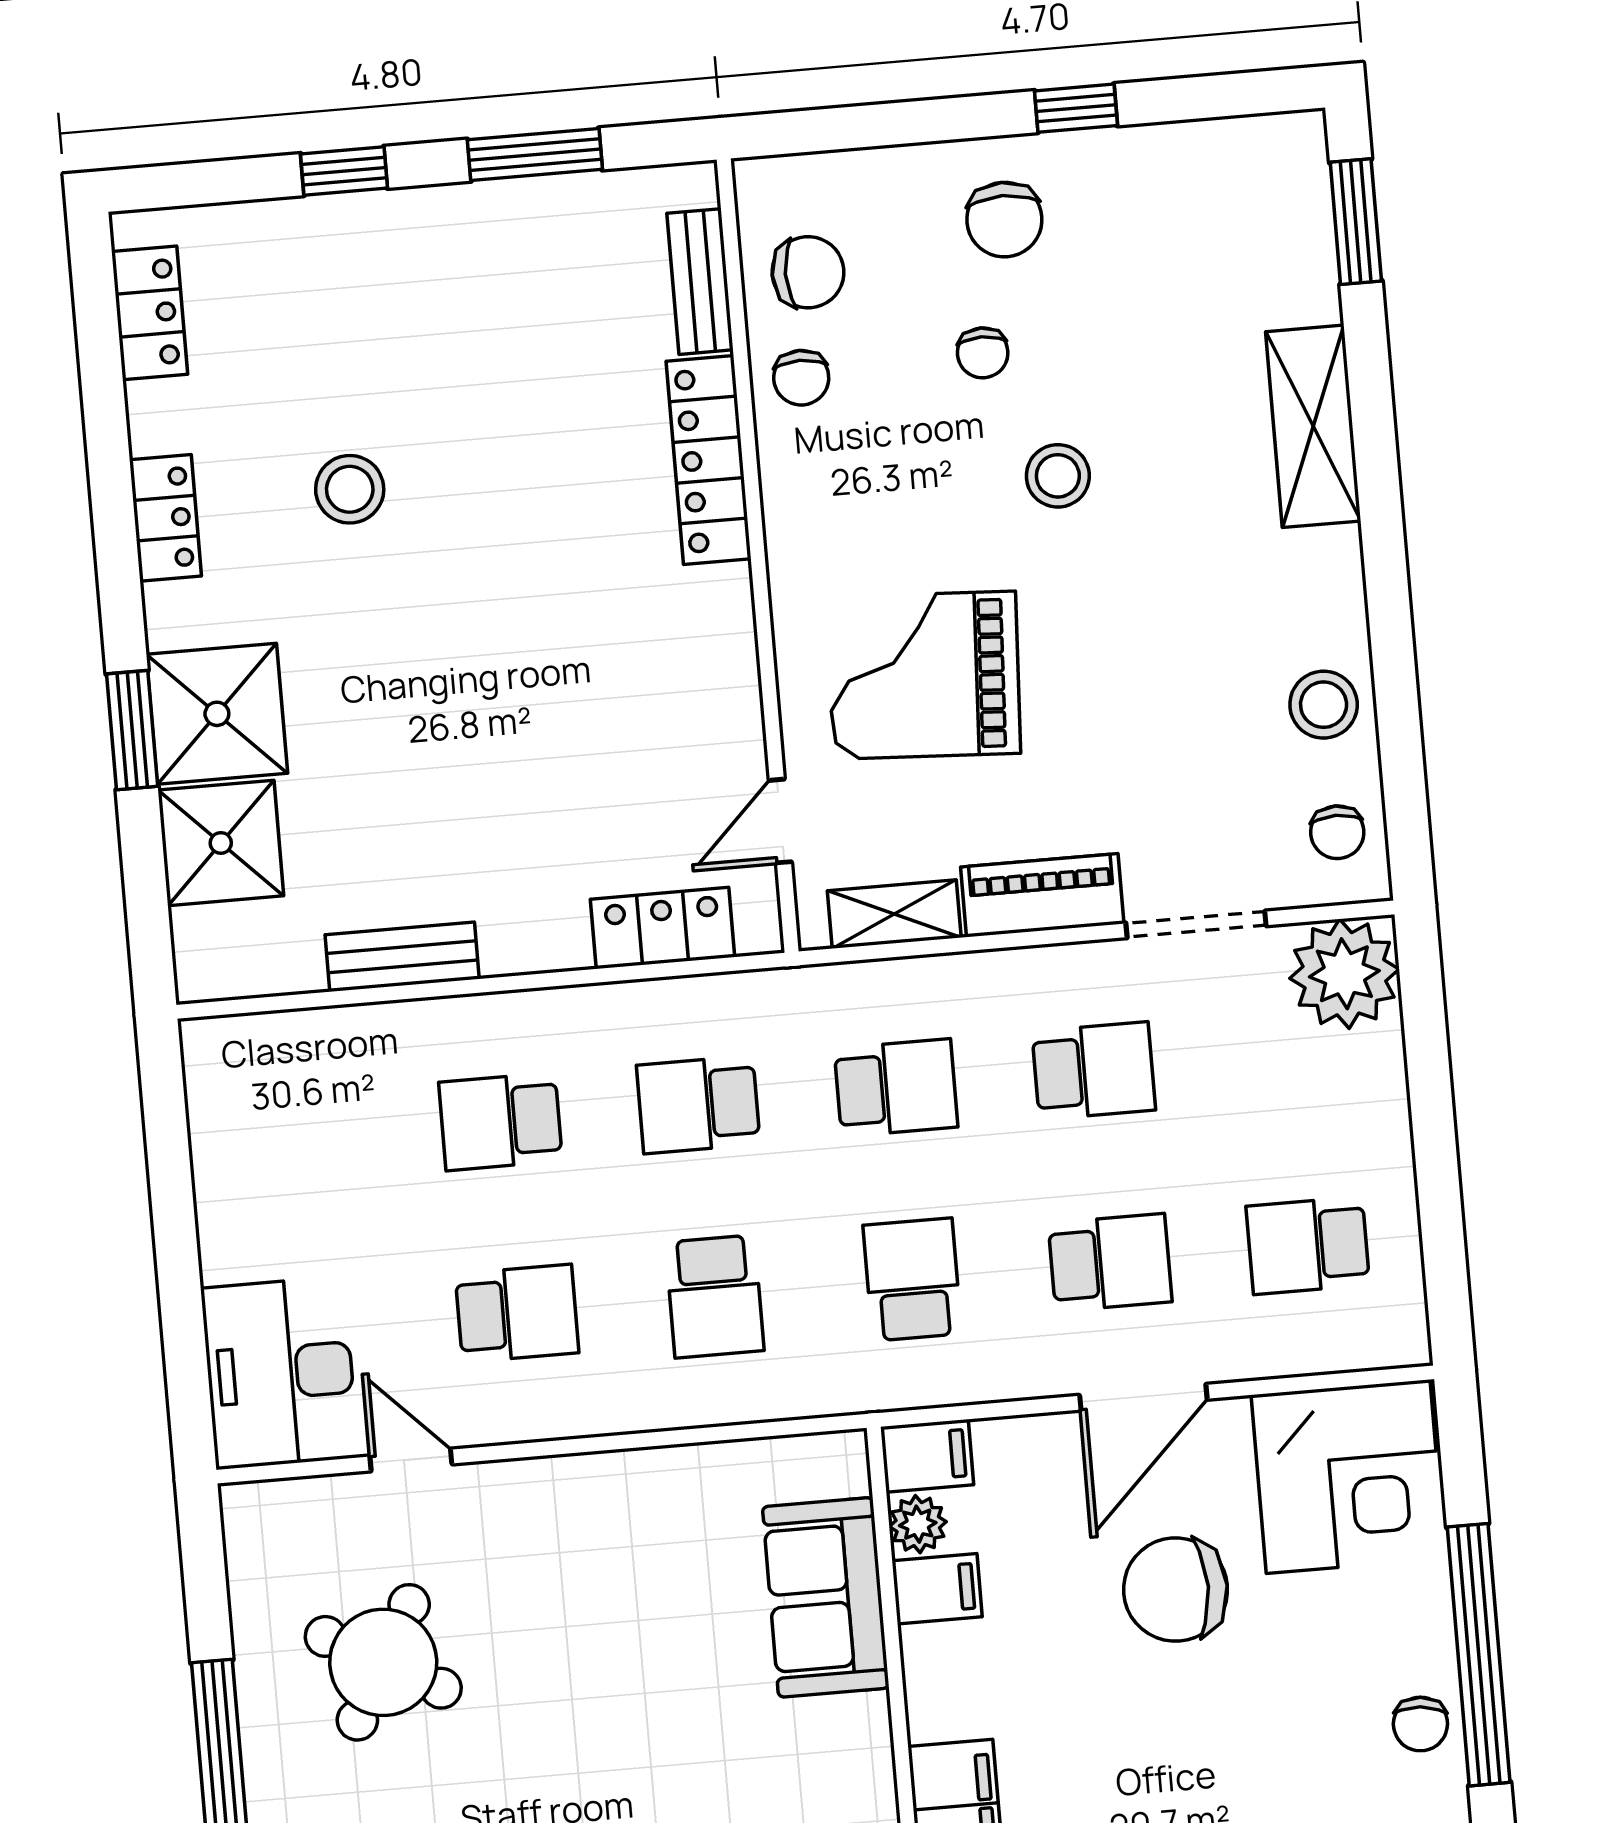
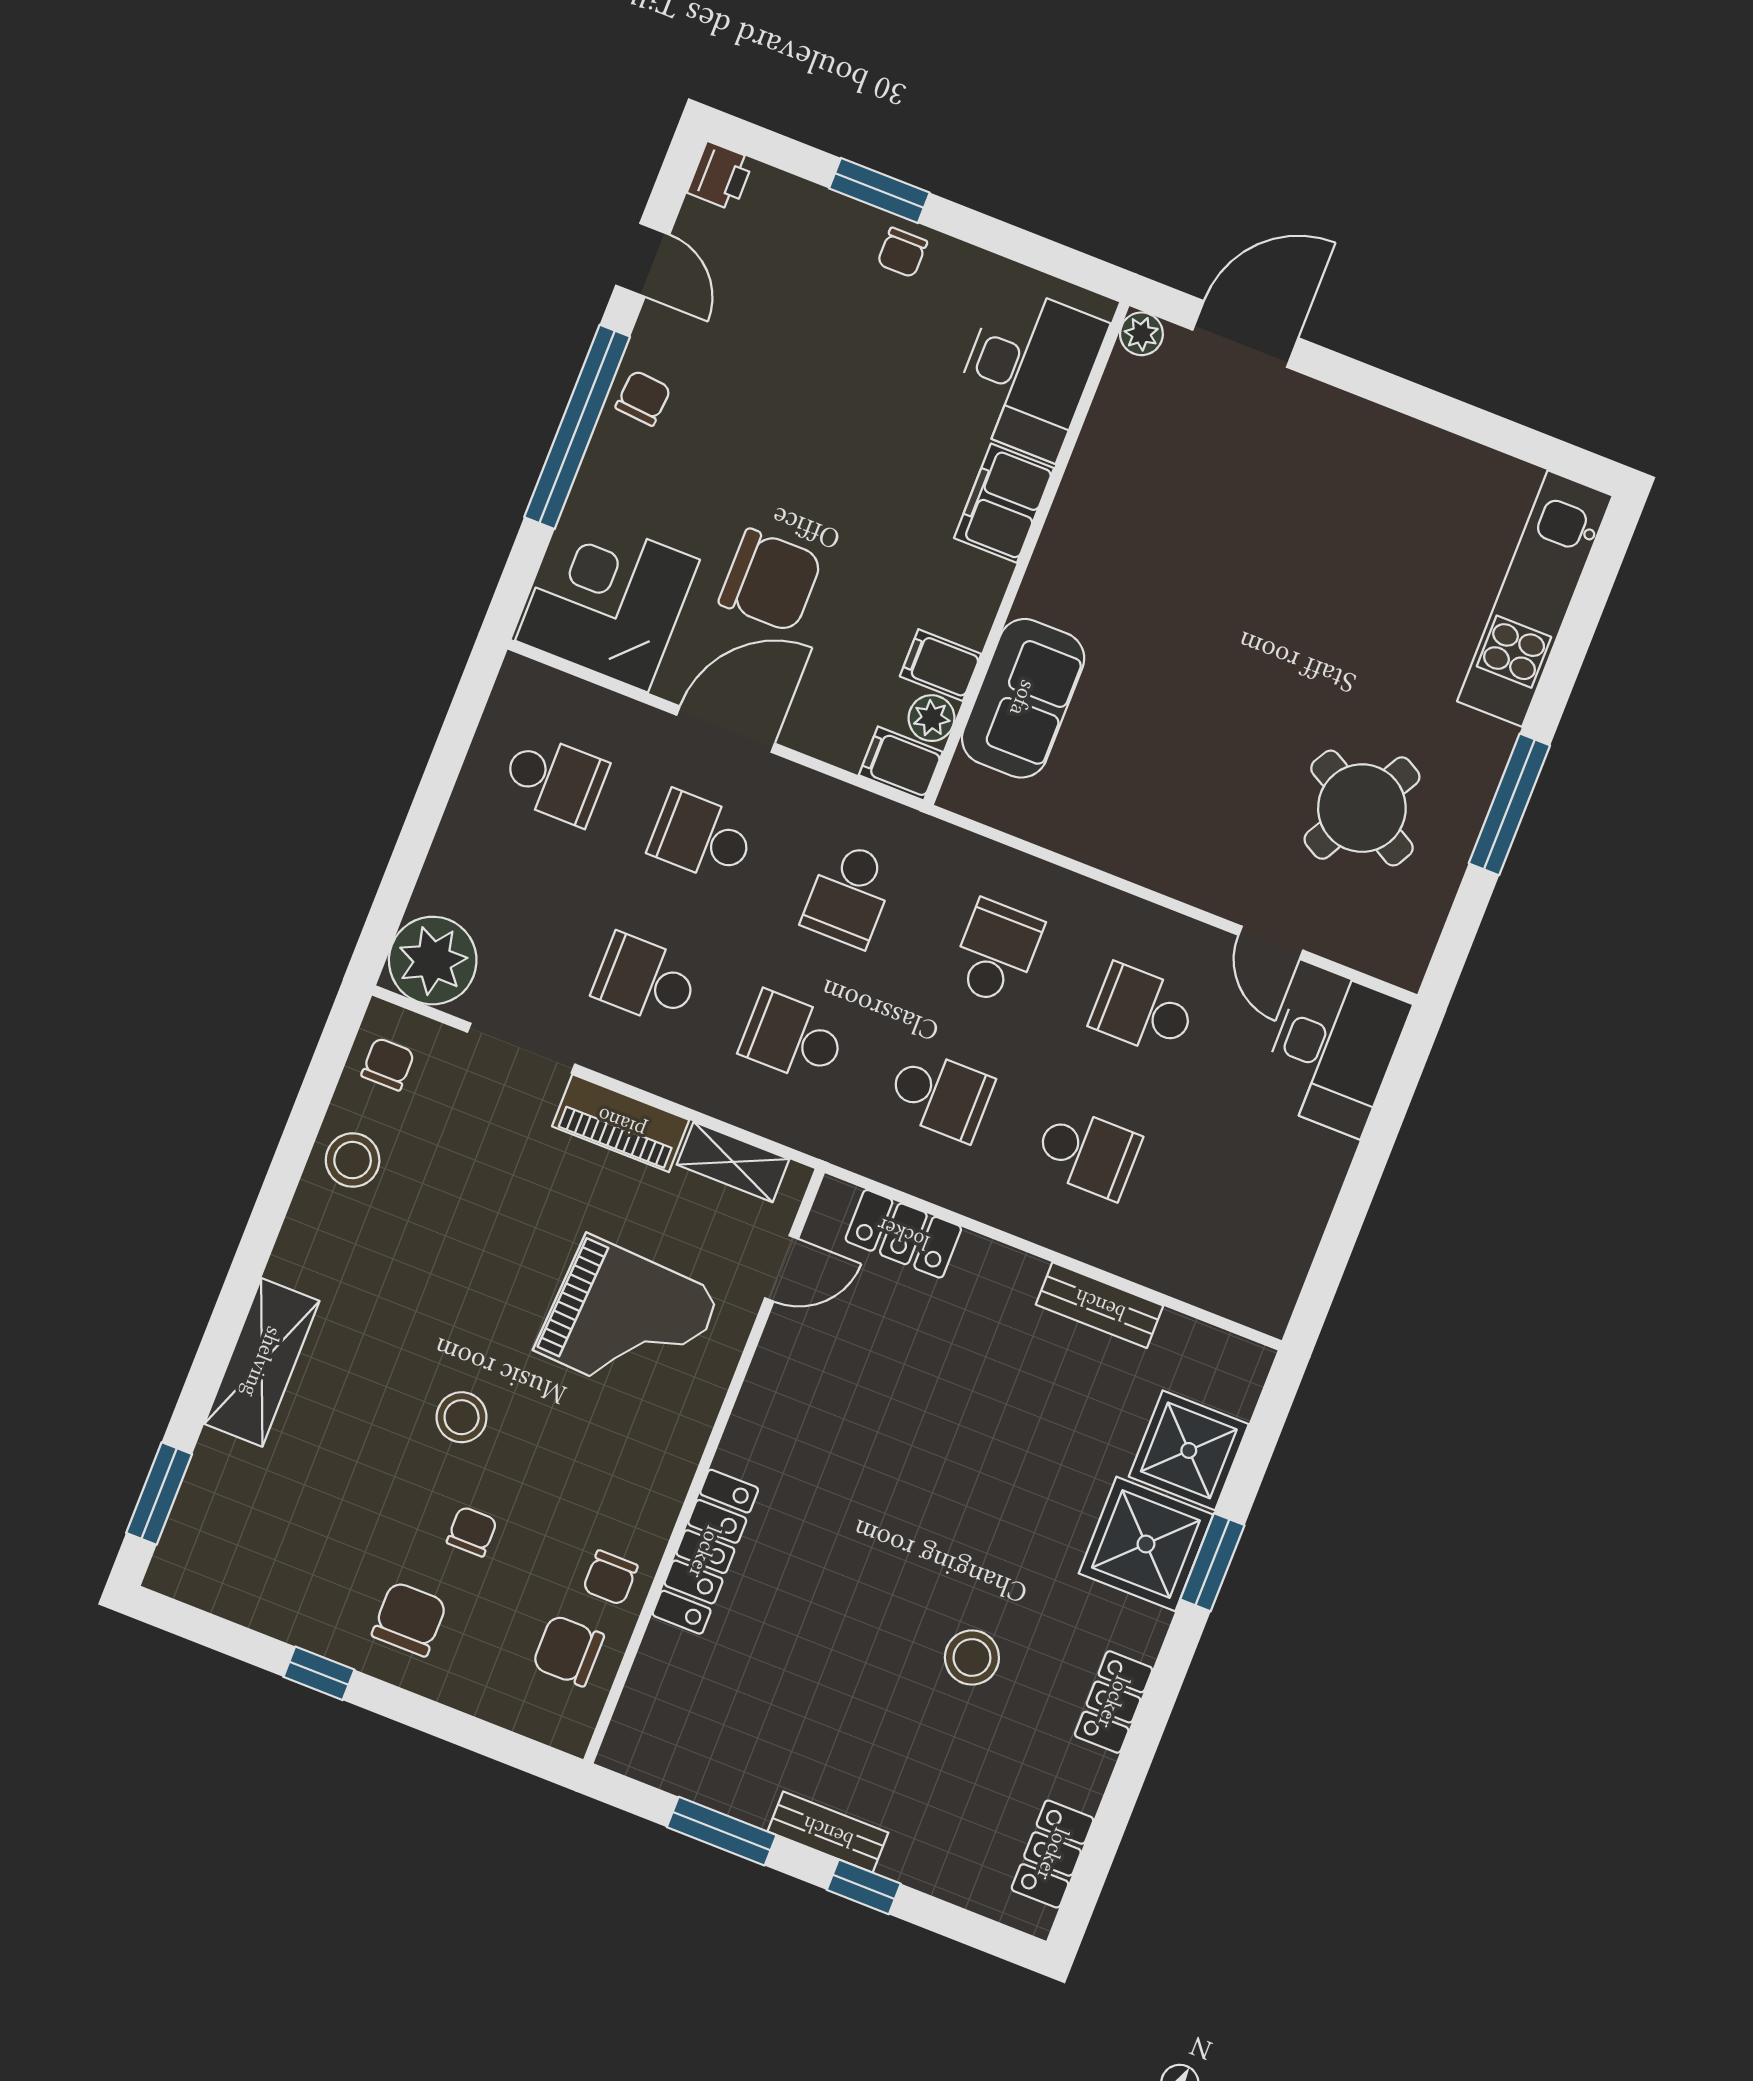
bench: (700, 282) -> (828, 1832), moved, turned 90
chair: (801, 378) -> (610, 1578), turned 180

